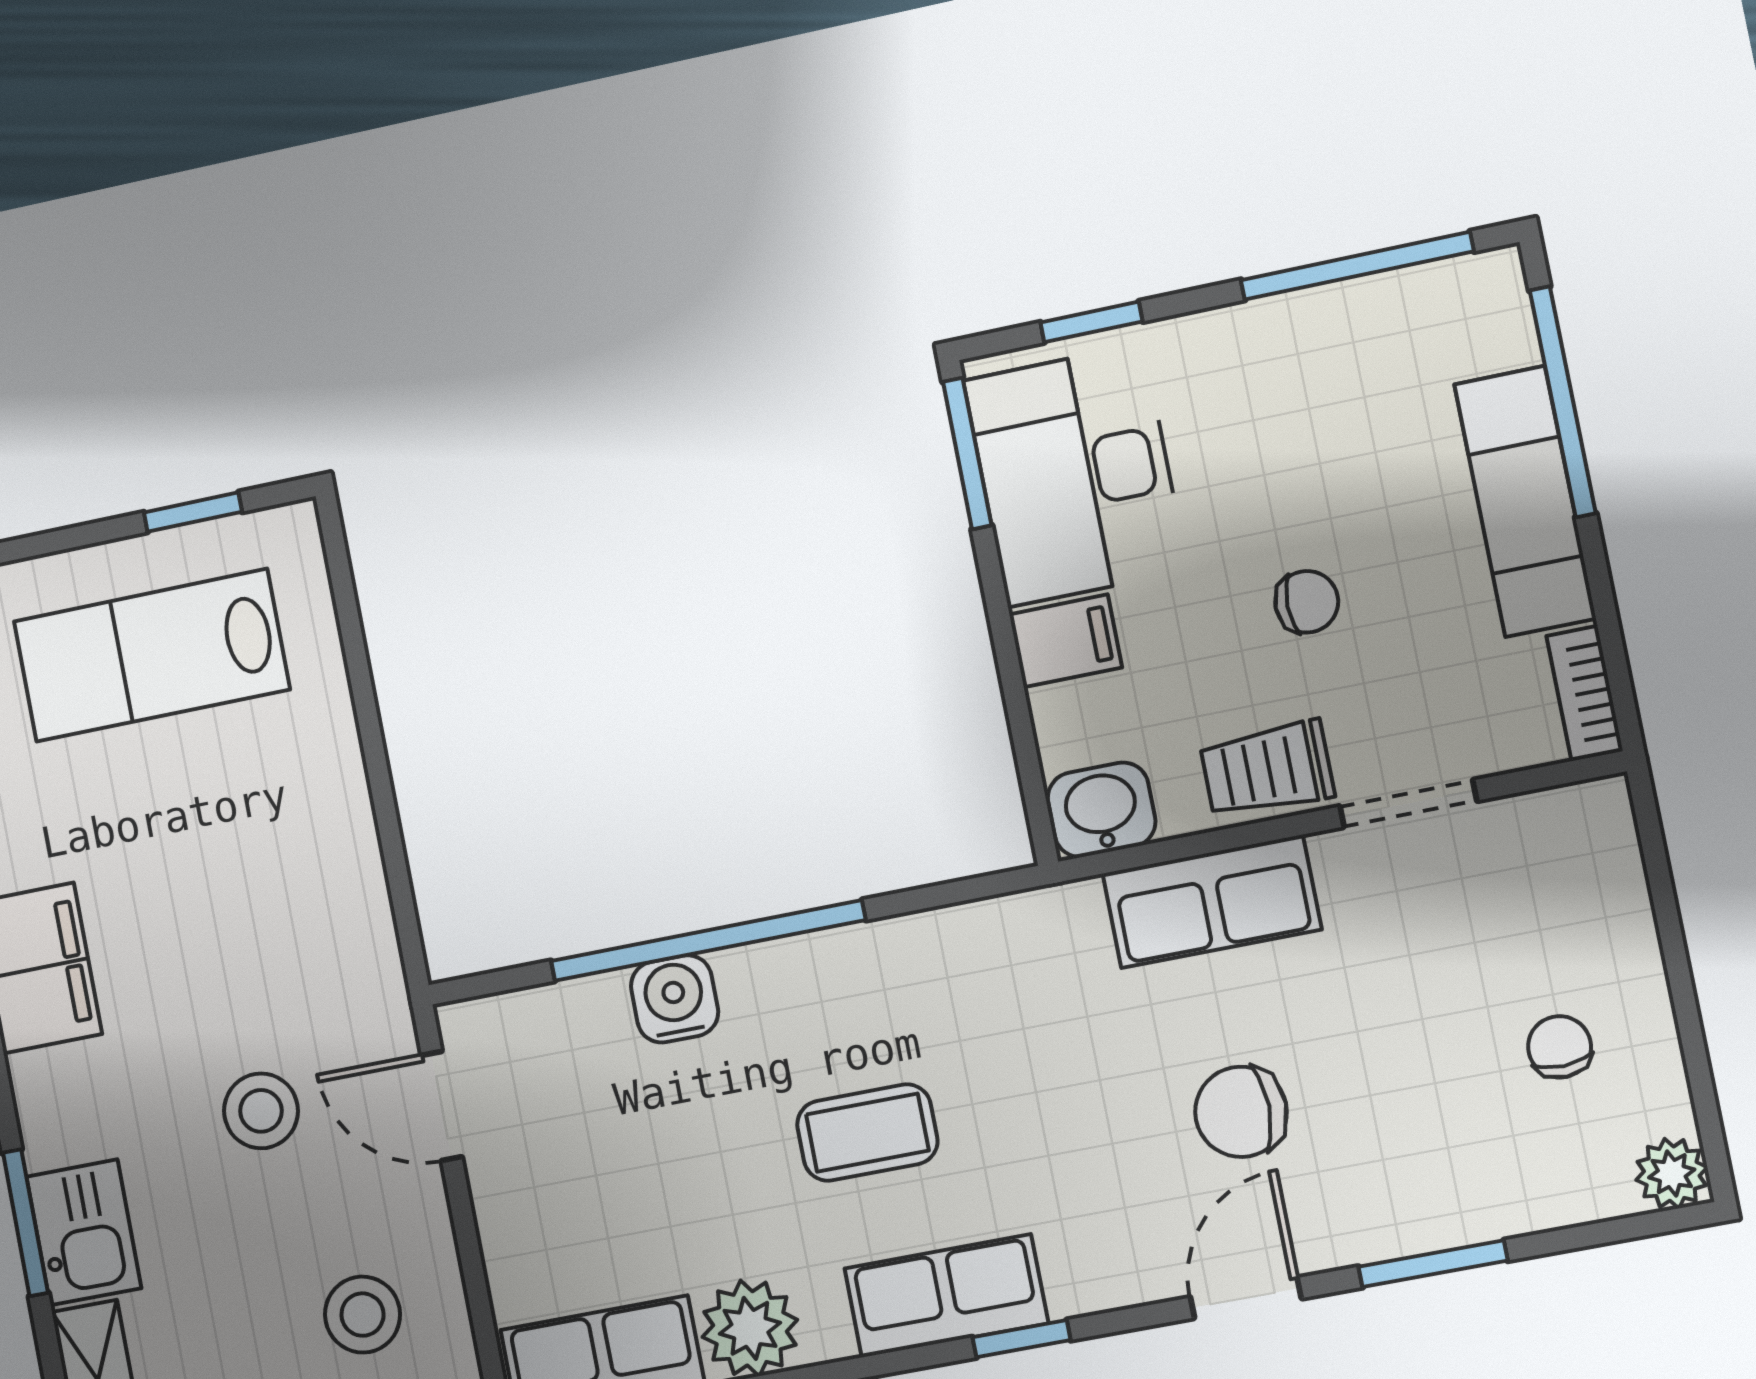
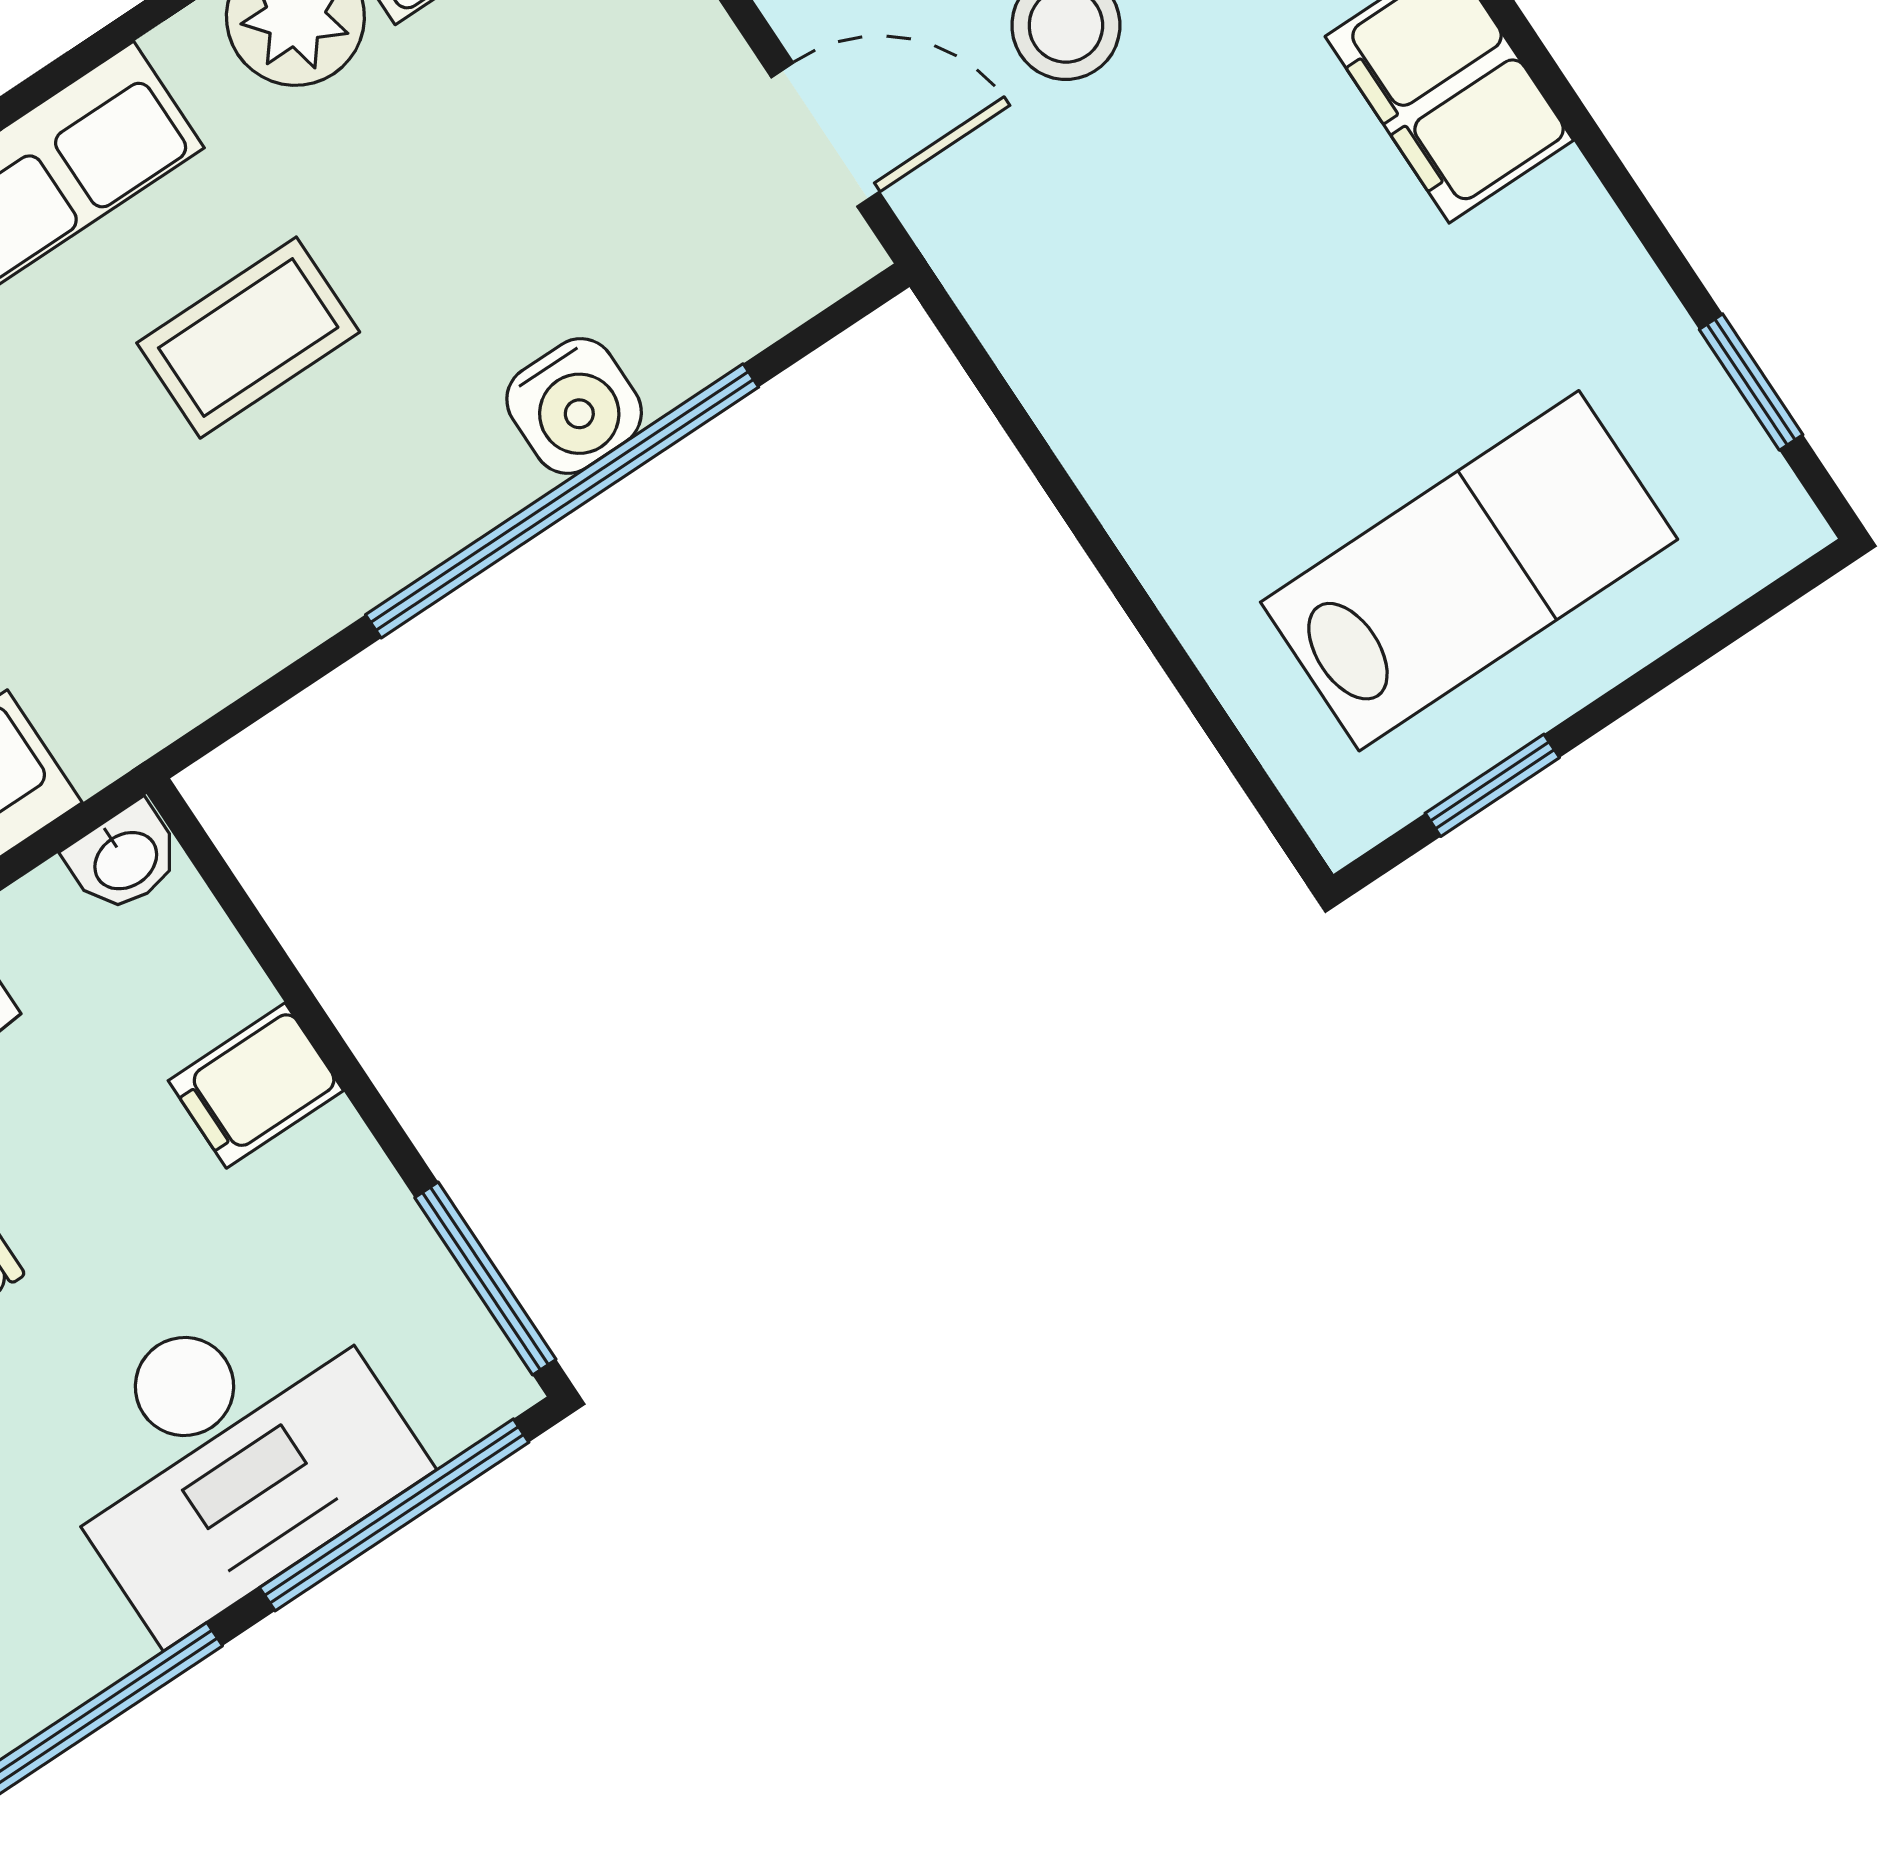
window: (1091, 322) -> (394, 1515), width x2.17
desk: (1075, 475) -> (229, 1453), moved, turned 90
washbasin: (1102, 810) -> (124, 859), width x0.72, depth x0.69

